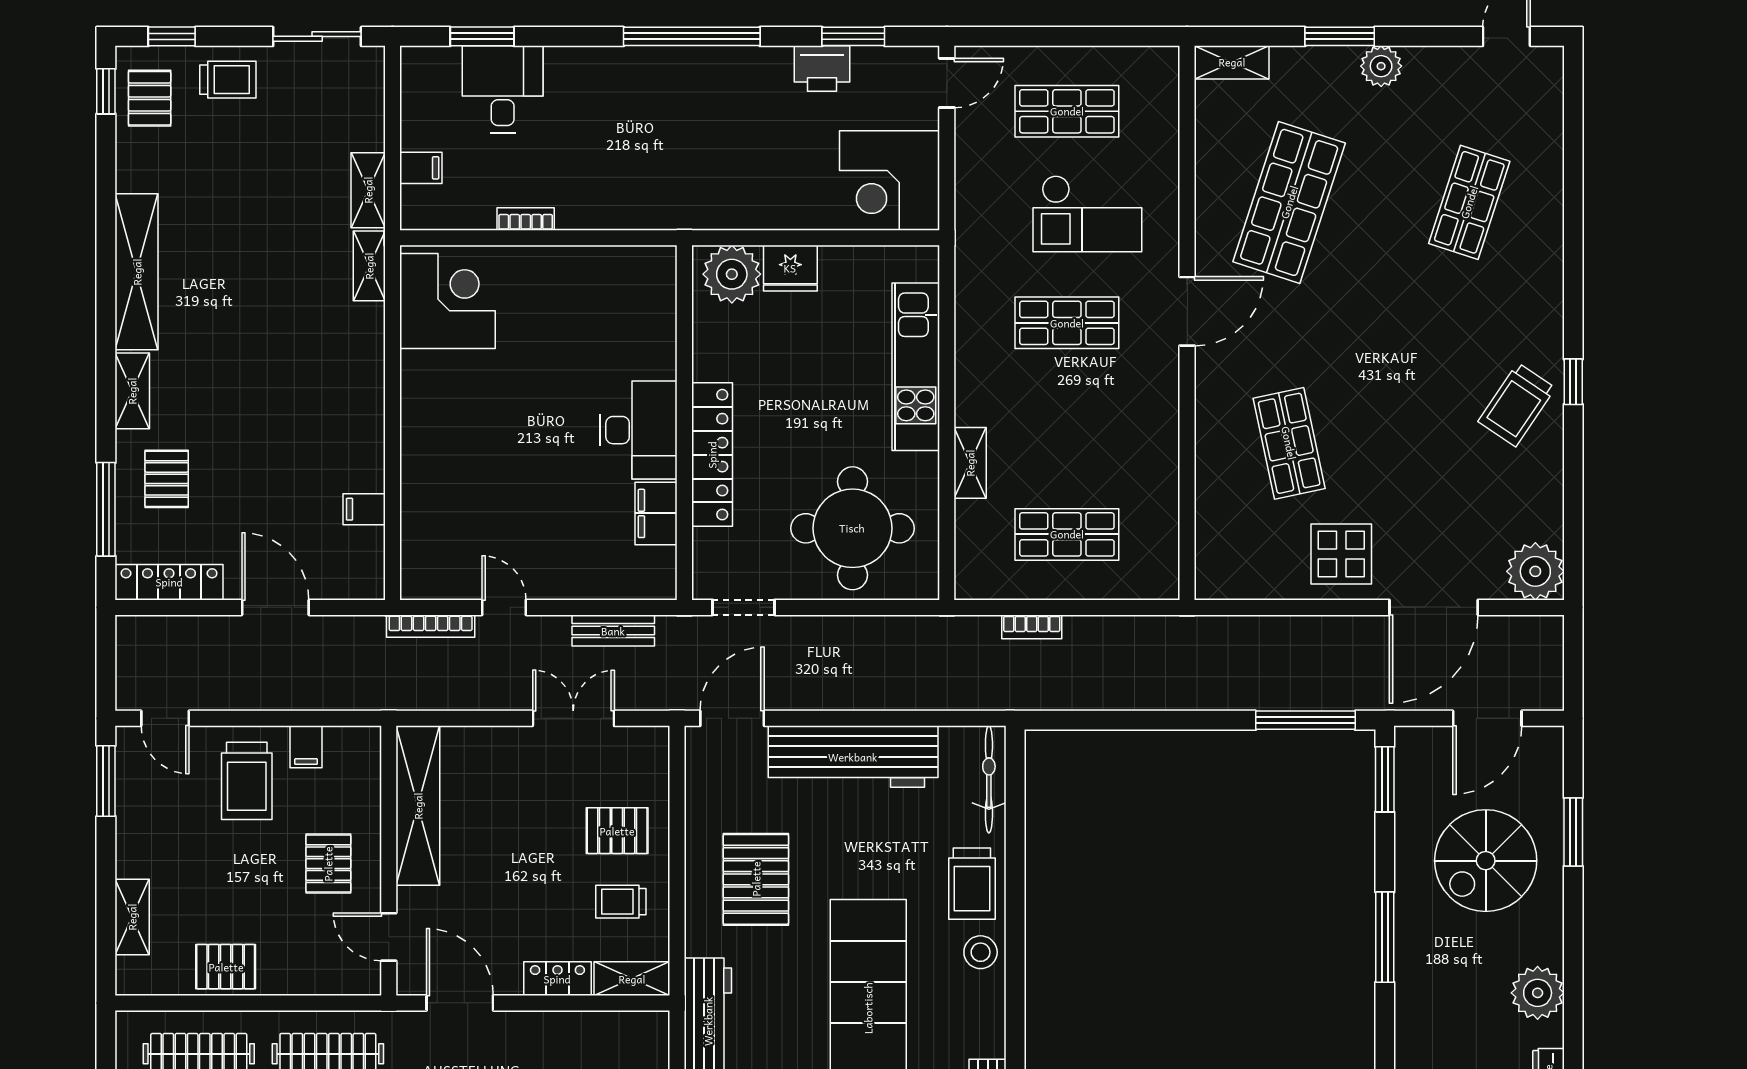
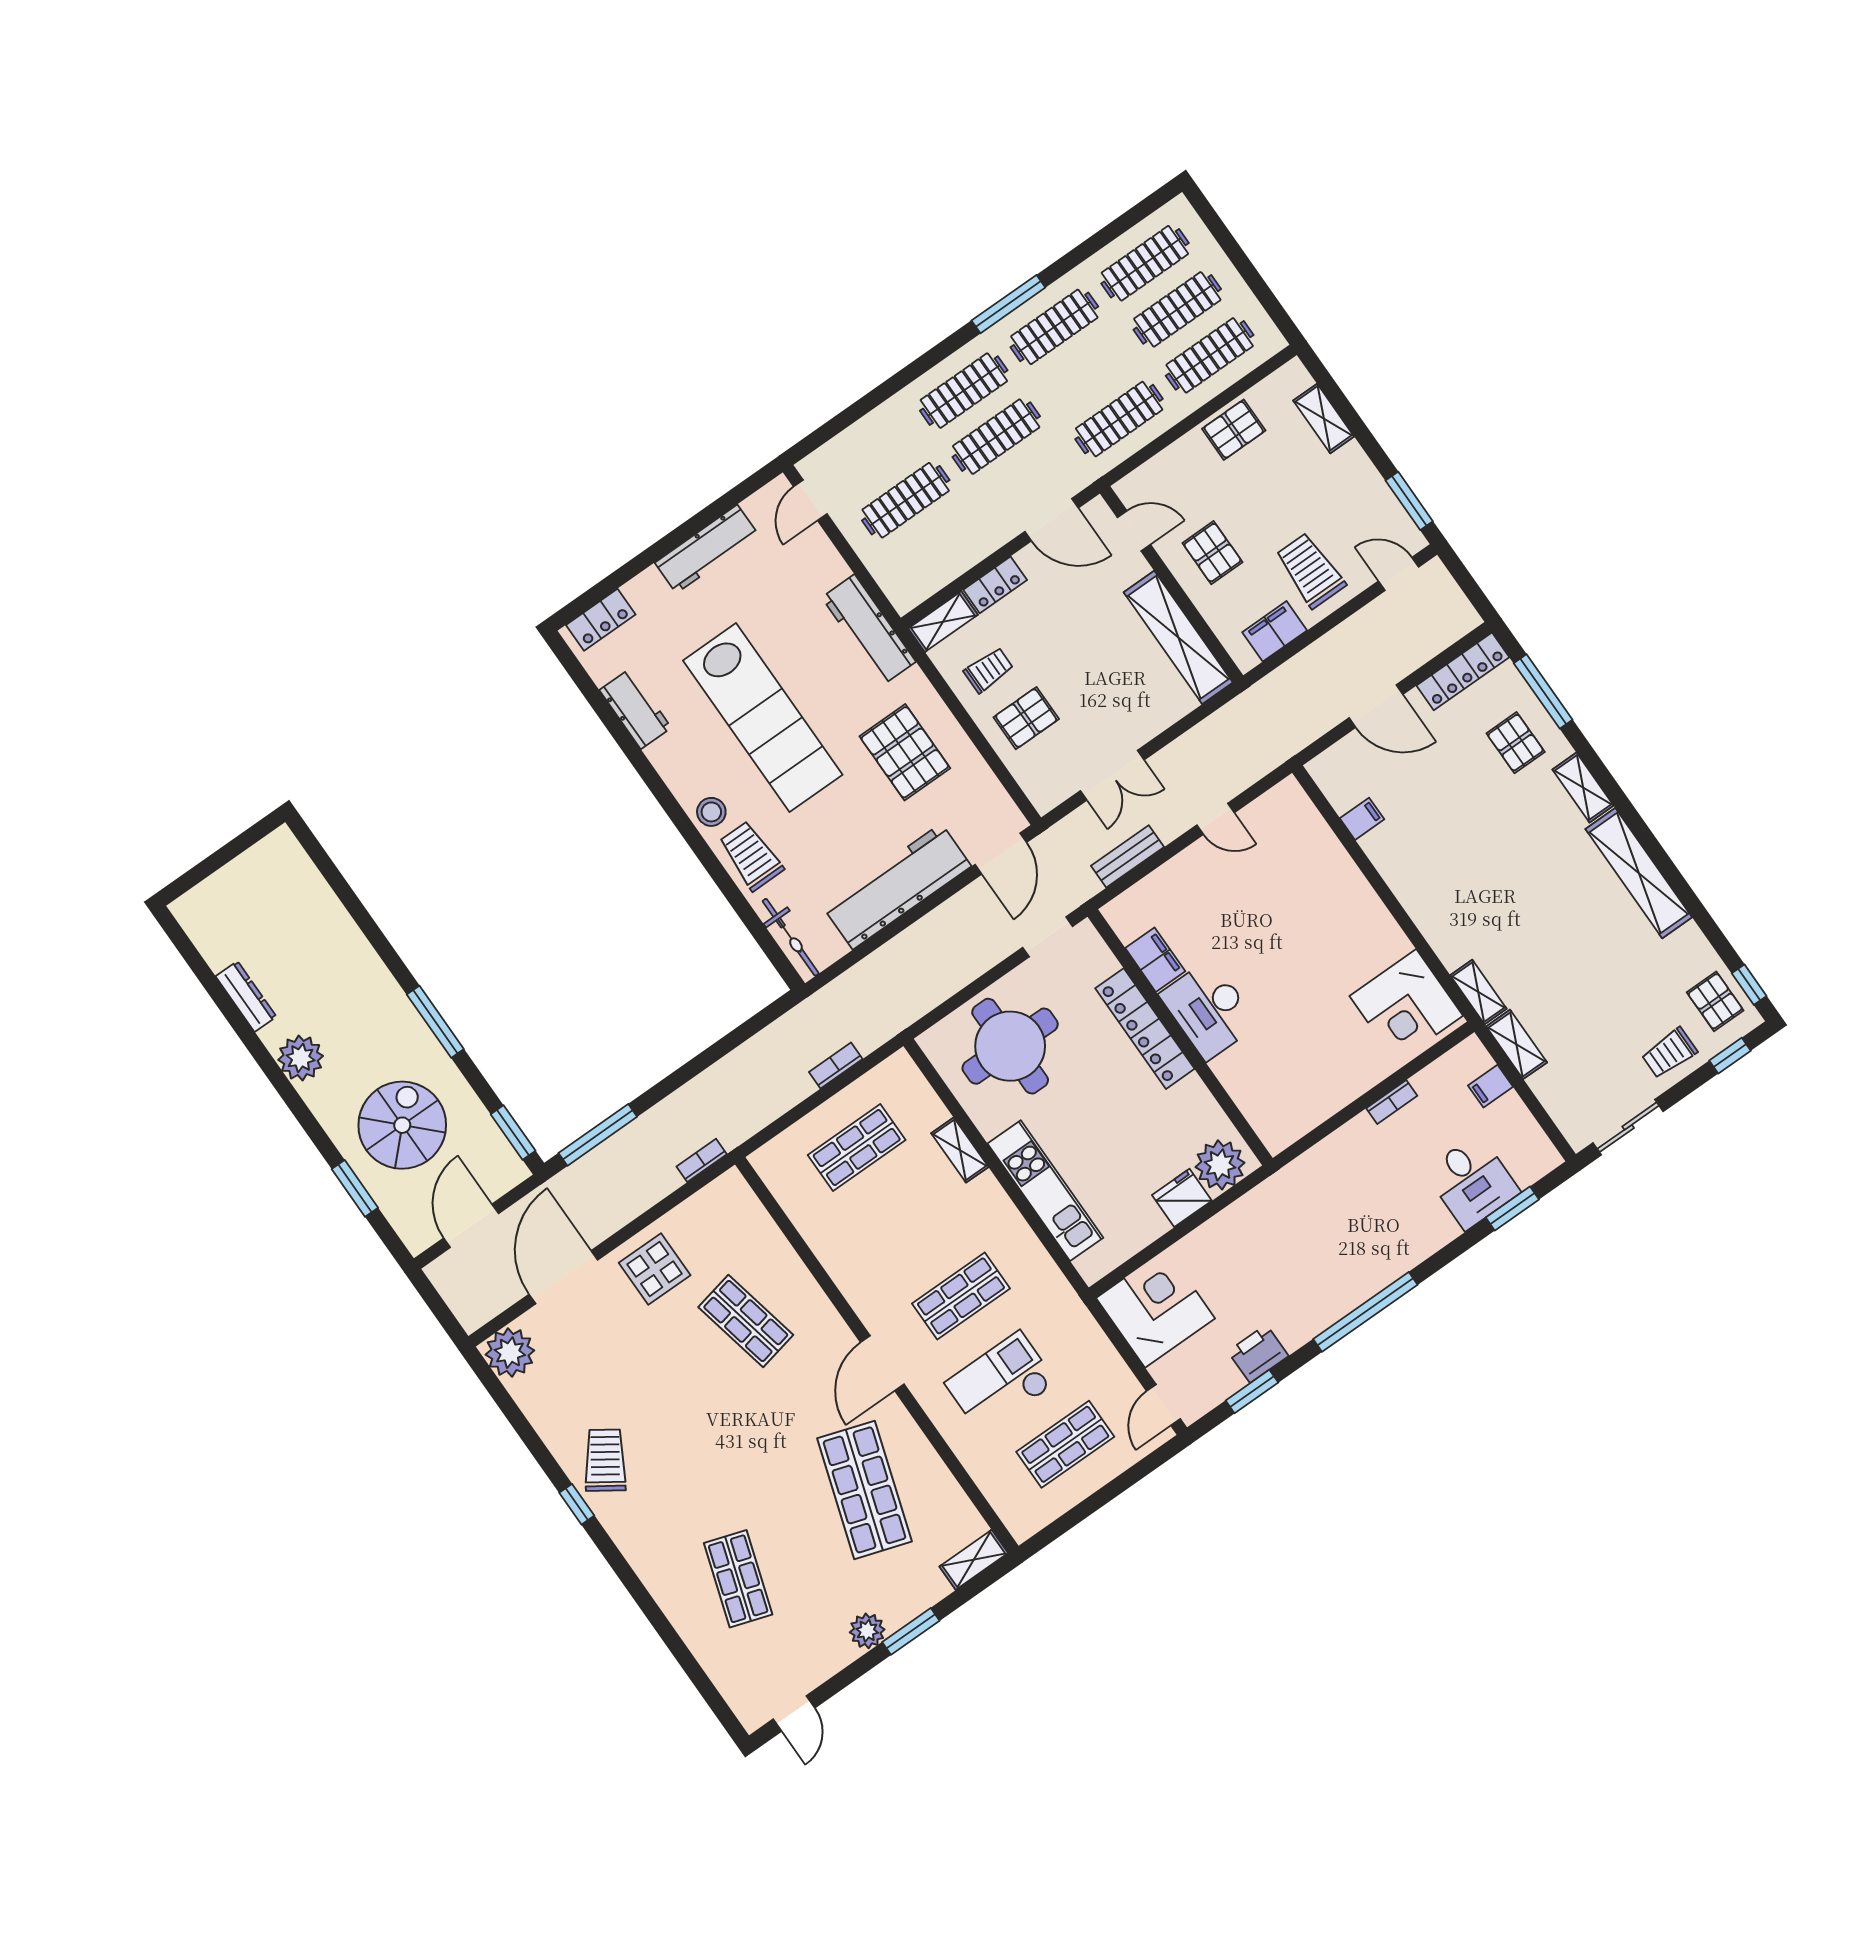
bookcase: (431, 626) -> (702, 1160), moved, width x0.64
filing cabinet: (306, 747) -> (1275, 631), width x2.00

